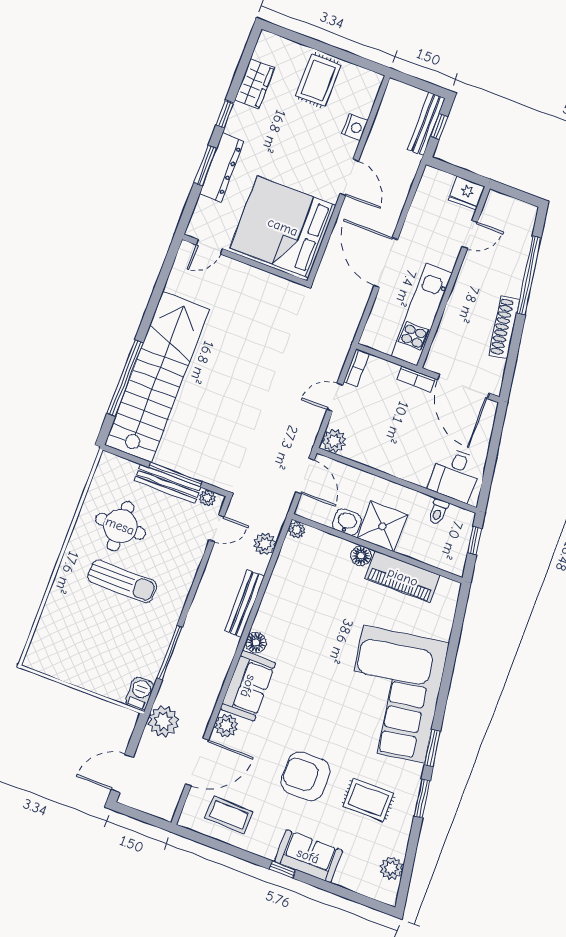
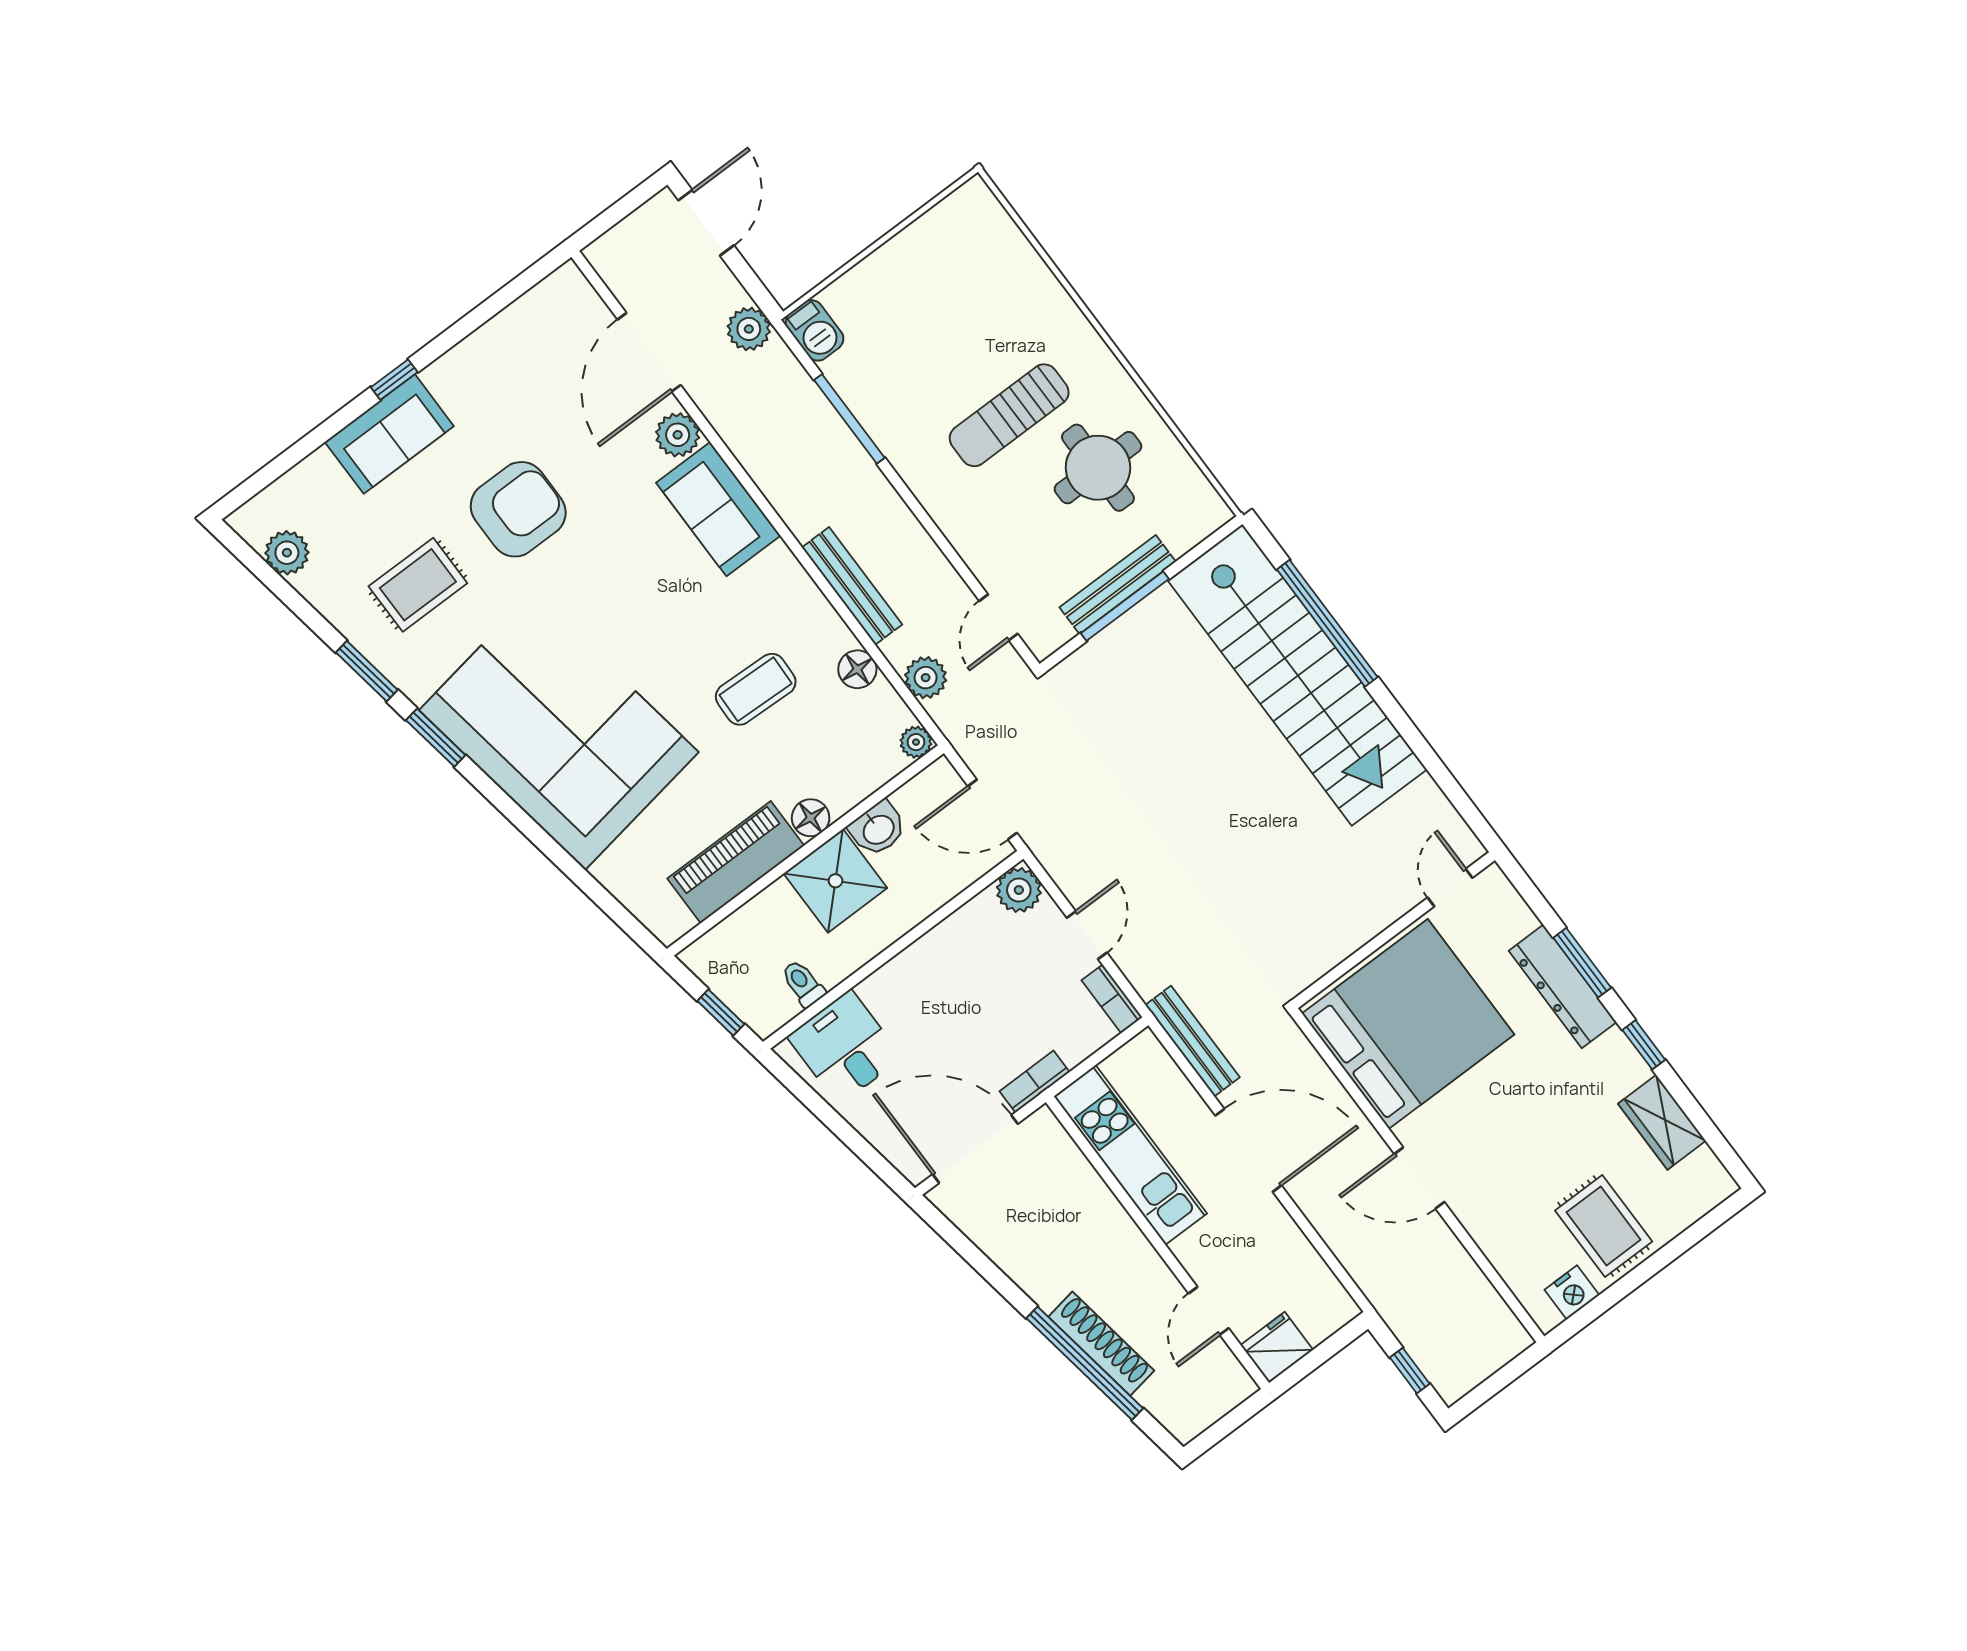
bench: (426, 124) -> (1192, 1041), moved
nightstand: (355, 127) -> (1572, 1292), moved, turned -90
shoe rack: (504, 327) -> (1101, 1344), moved
plant: (207, 498) -> (1056, 633), removed
floor lamp: (256, 642) -> (857, 669), moved
plant: (163, 721) -> (749, 329), width x0.73, depth x0.73
coffee table: (229, 815) -> (756, 689), moved

